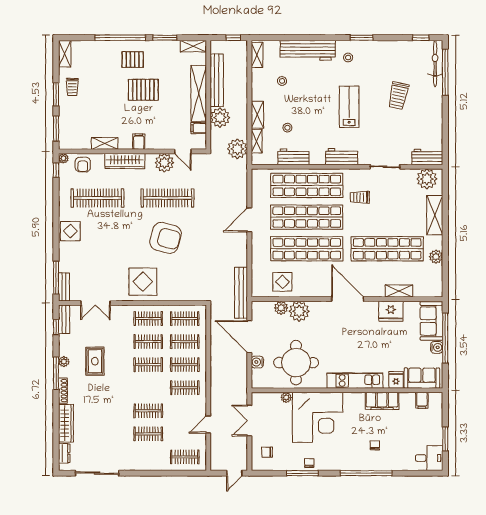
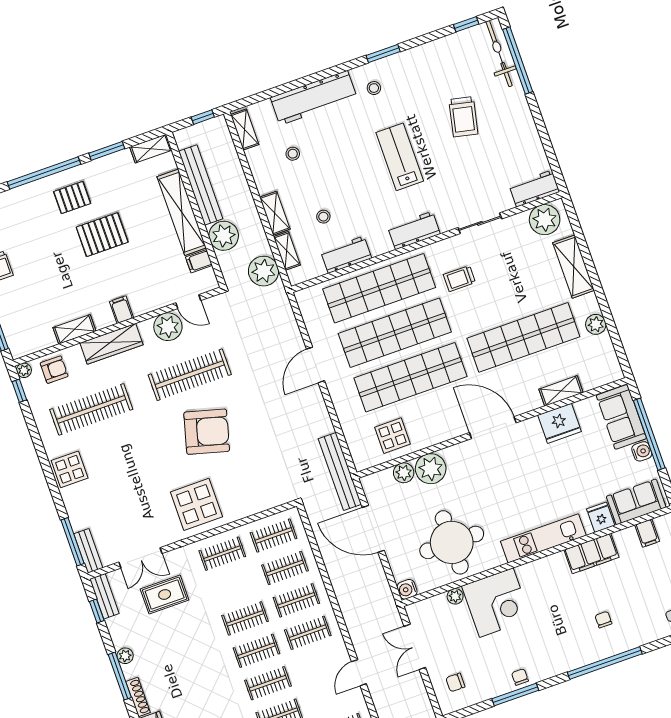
armchair: (83, 165) -> (54, 370), turned -90
clothes rail: (148, 342) -> (256, 651), moved
rug: (95, 361) -> (165, 594), moved, turned 90
water cooler: (257, 362) -> (407, 589), moved
corner desk: (318, 417) -> (496, 603), width x0.74, depth x0.74

